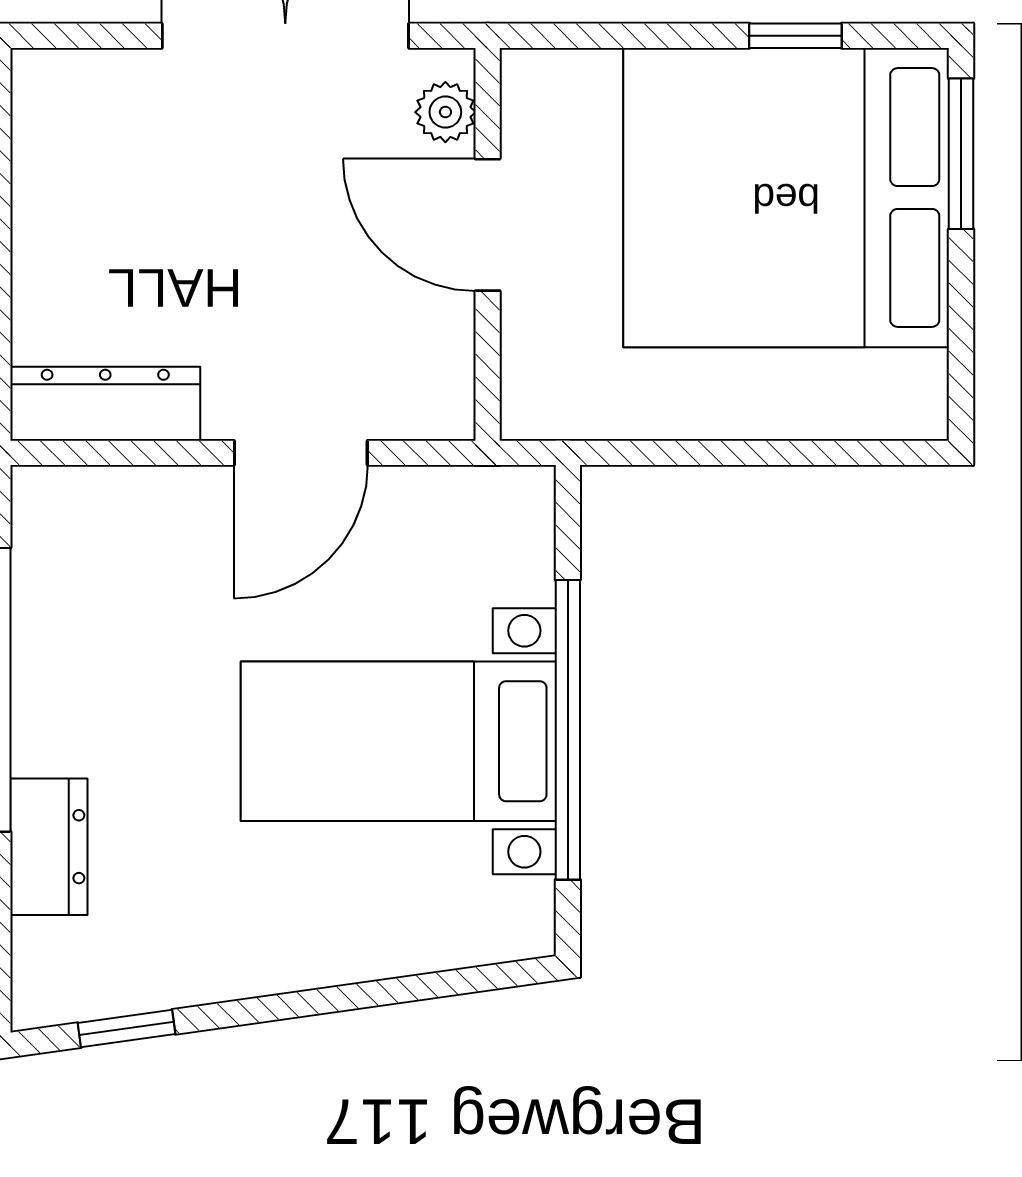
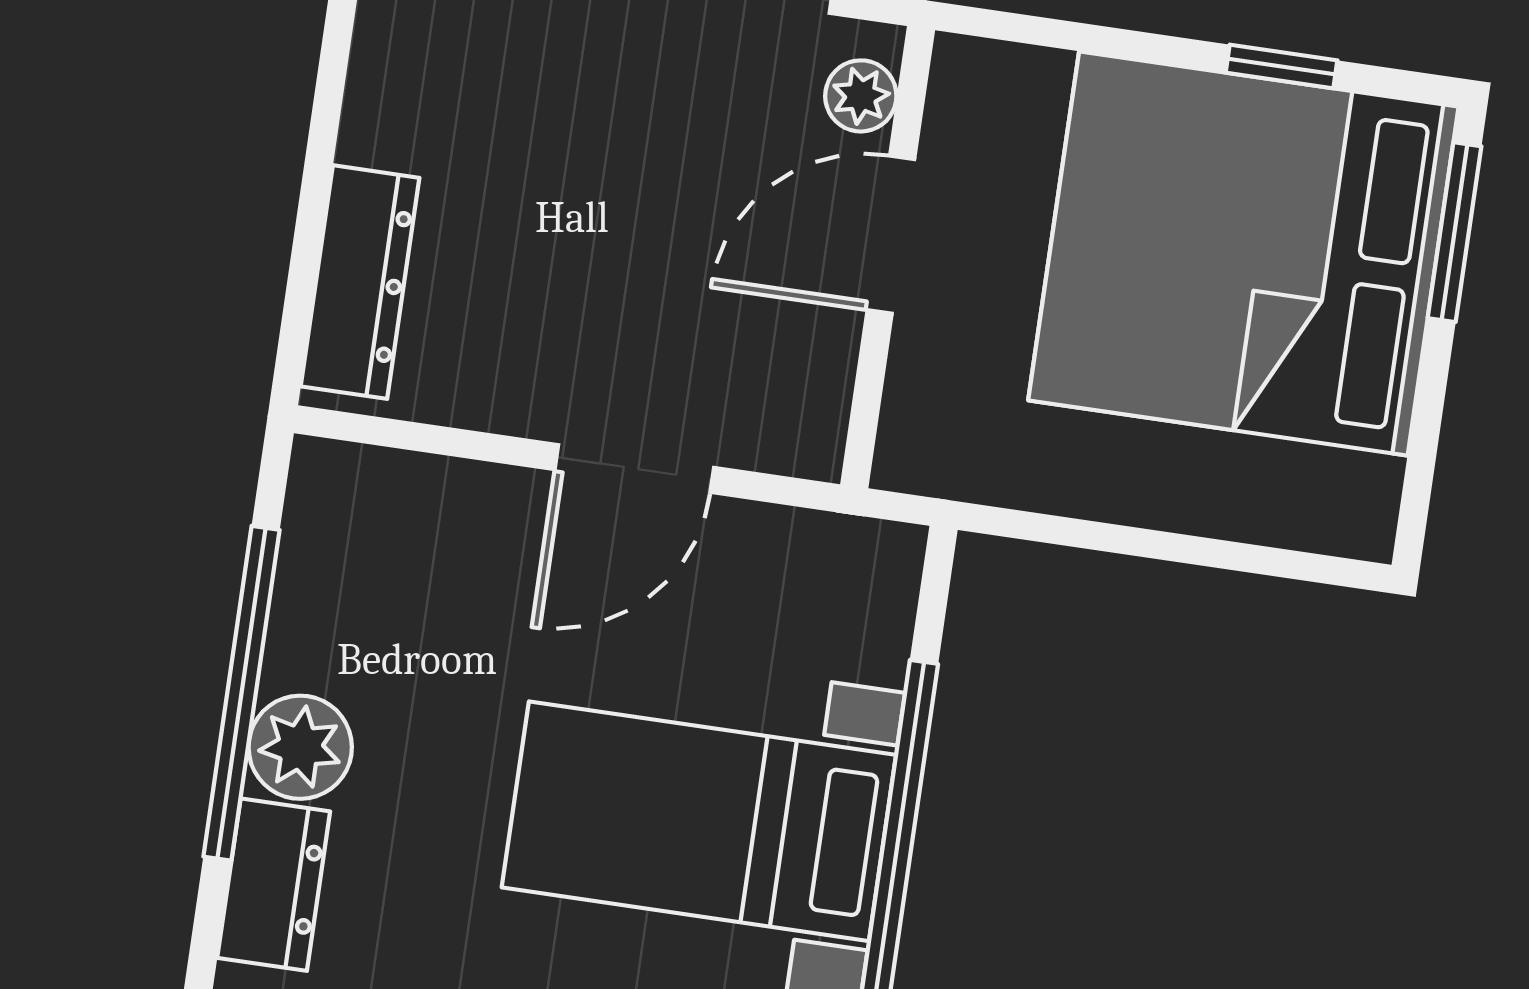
door: (488, 225) -> (891, 235), hinge flipped
dresser: (105, 404) -> (360, 282), moved, turned 90
plant: (54, 728) -> (300, 747), added

